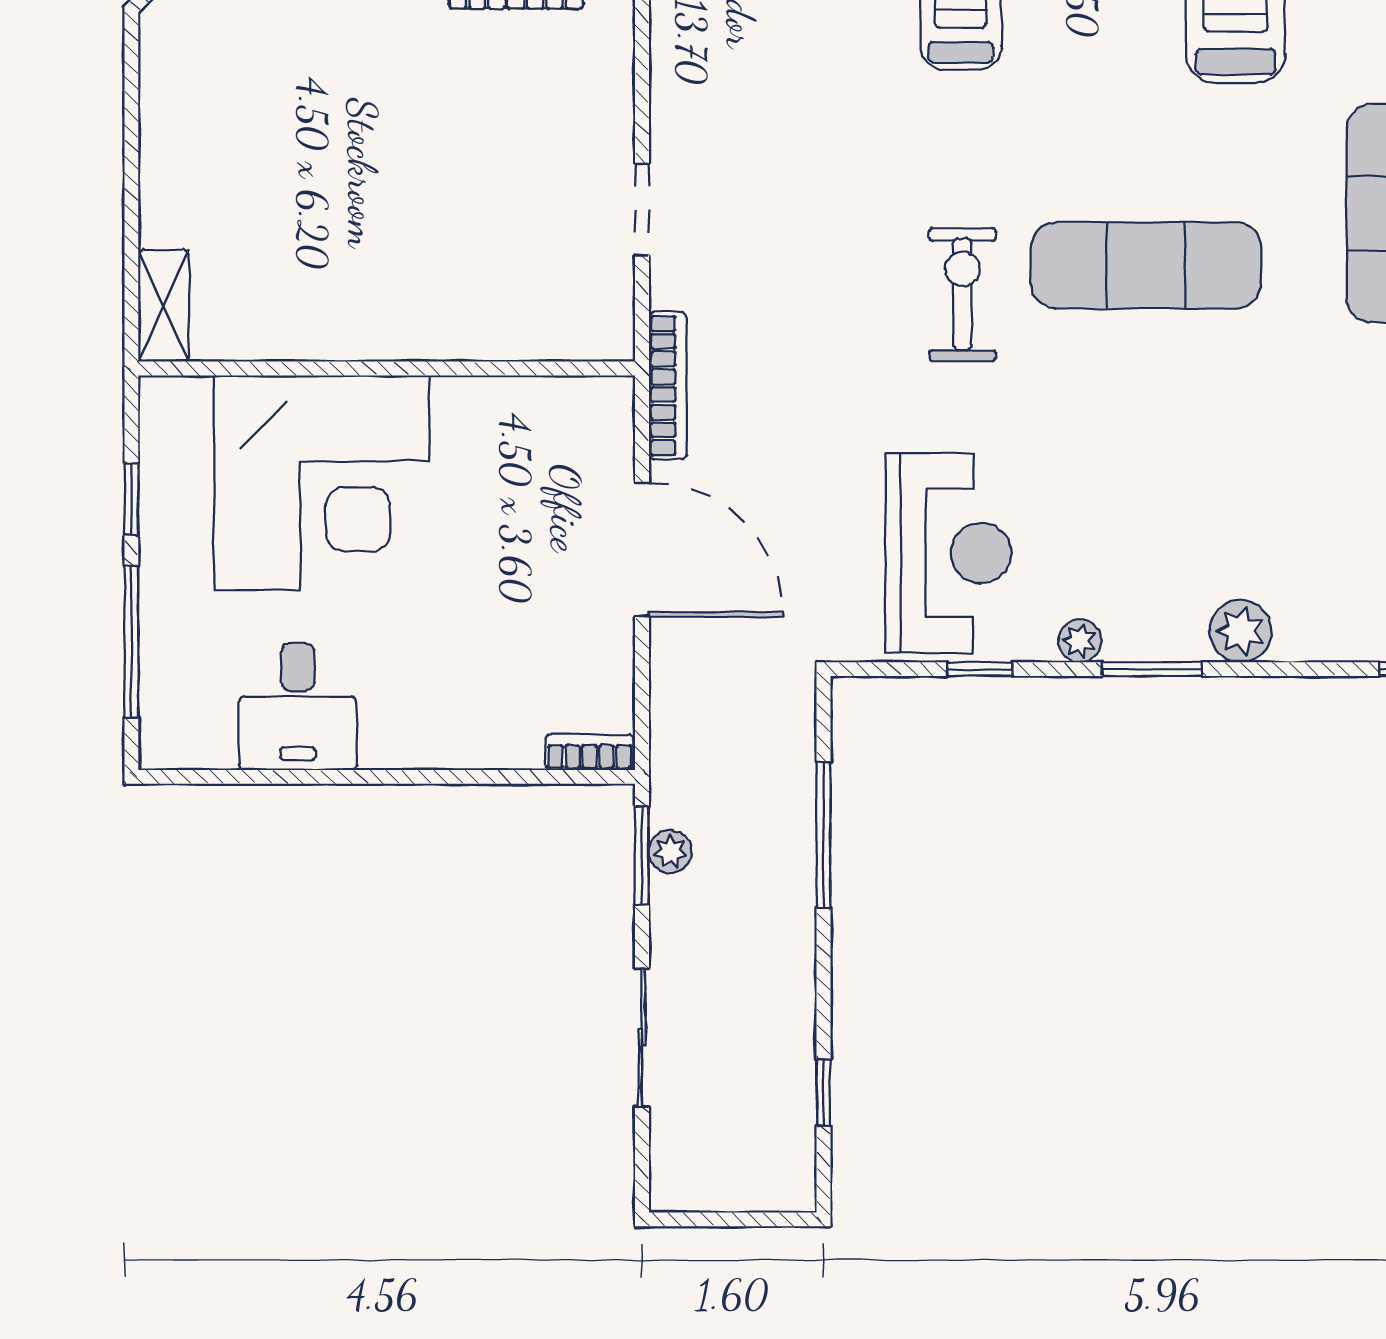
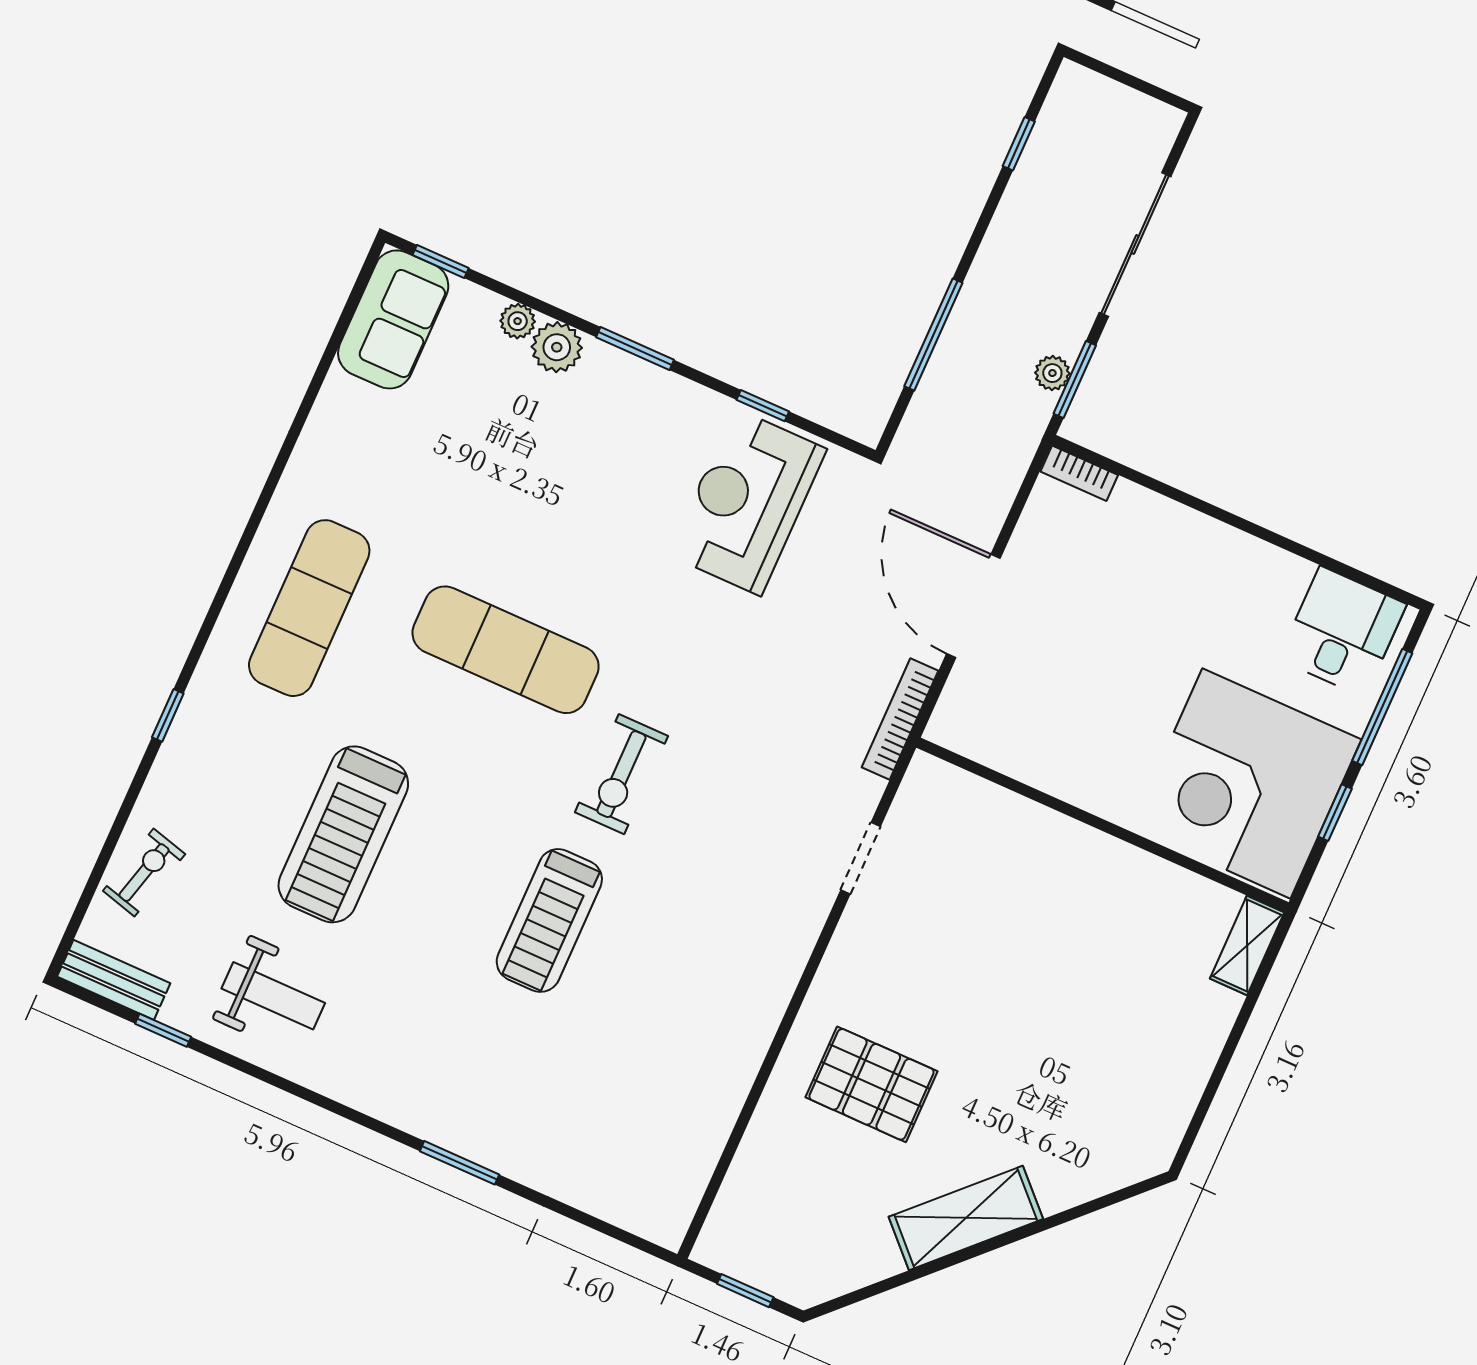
exercise bike: (963, 294) -> (621, 774), moved
corner desk: (321, 483) -> (1246, 783), moved, turned -90
plant: (1080, 641) -> (518, 321), moved
desk: (298, 707) -> (1342, 632), moved
sliding door: (642, 1038) -> (1135, 245), width x1.37

